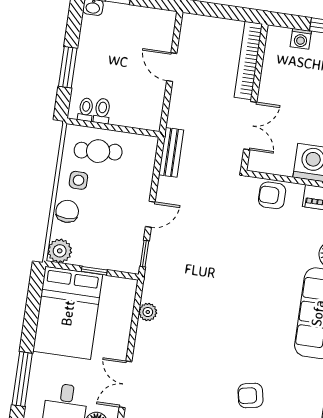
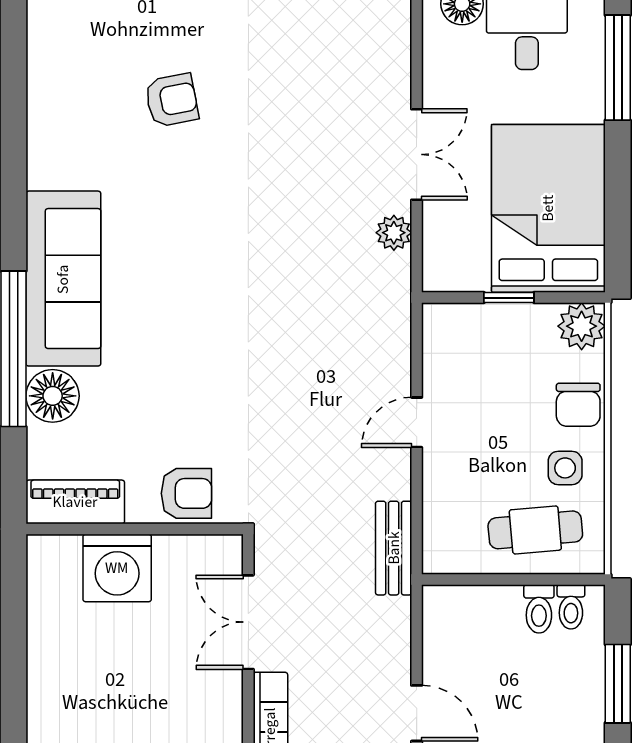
window: (145, 254) -> (417, 345), removed
double door: (125, 384) -> (417, 154), moved

